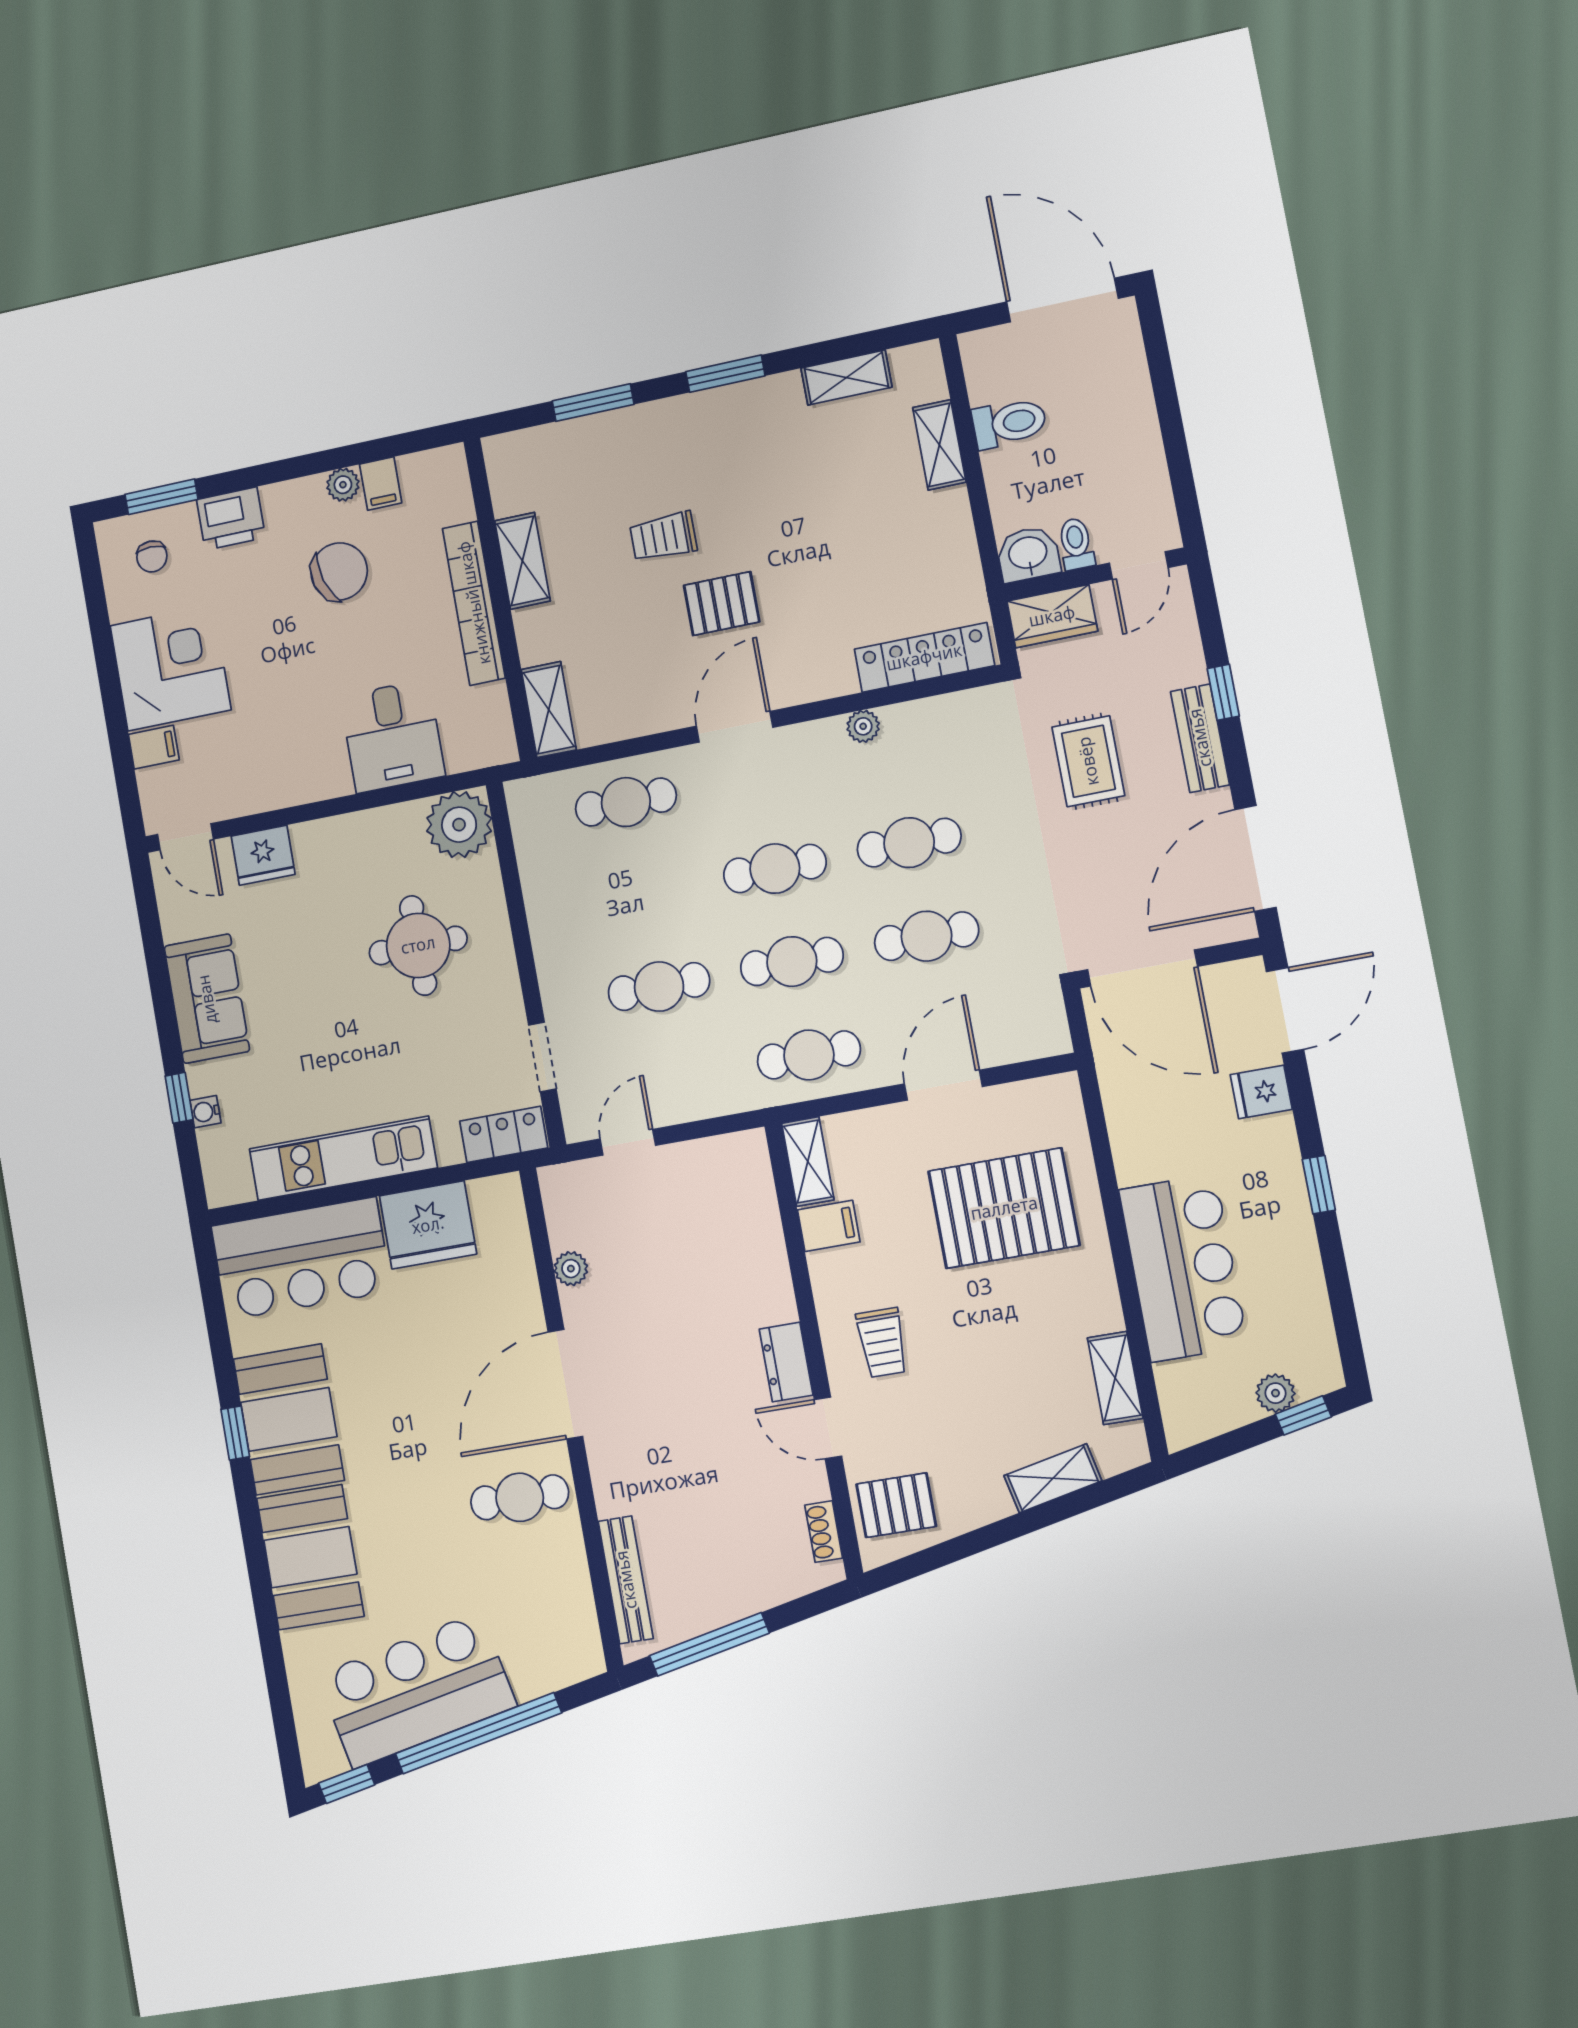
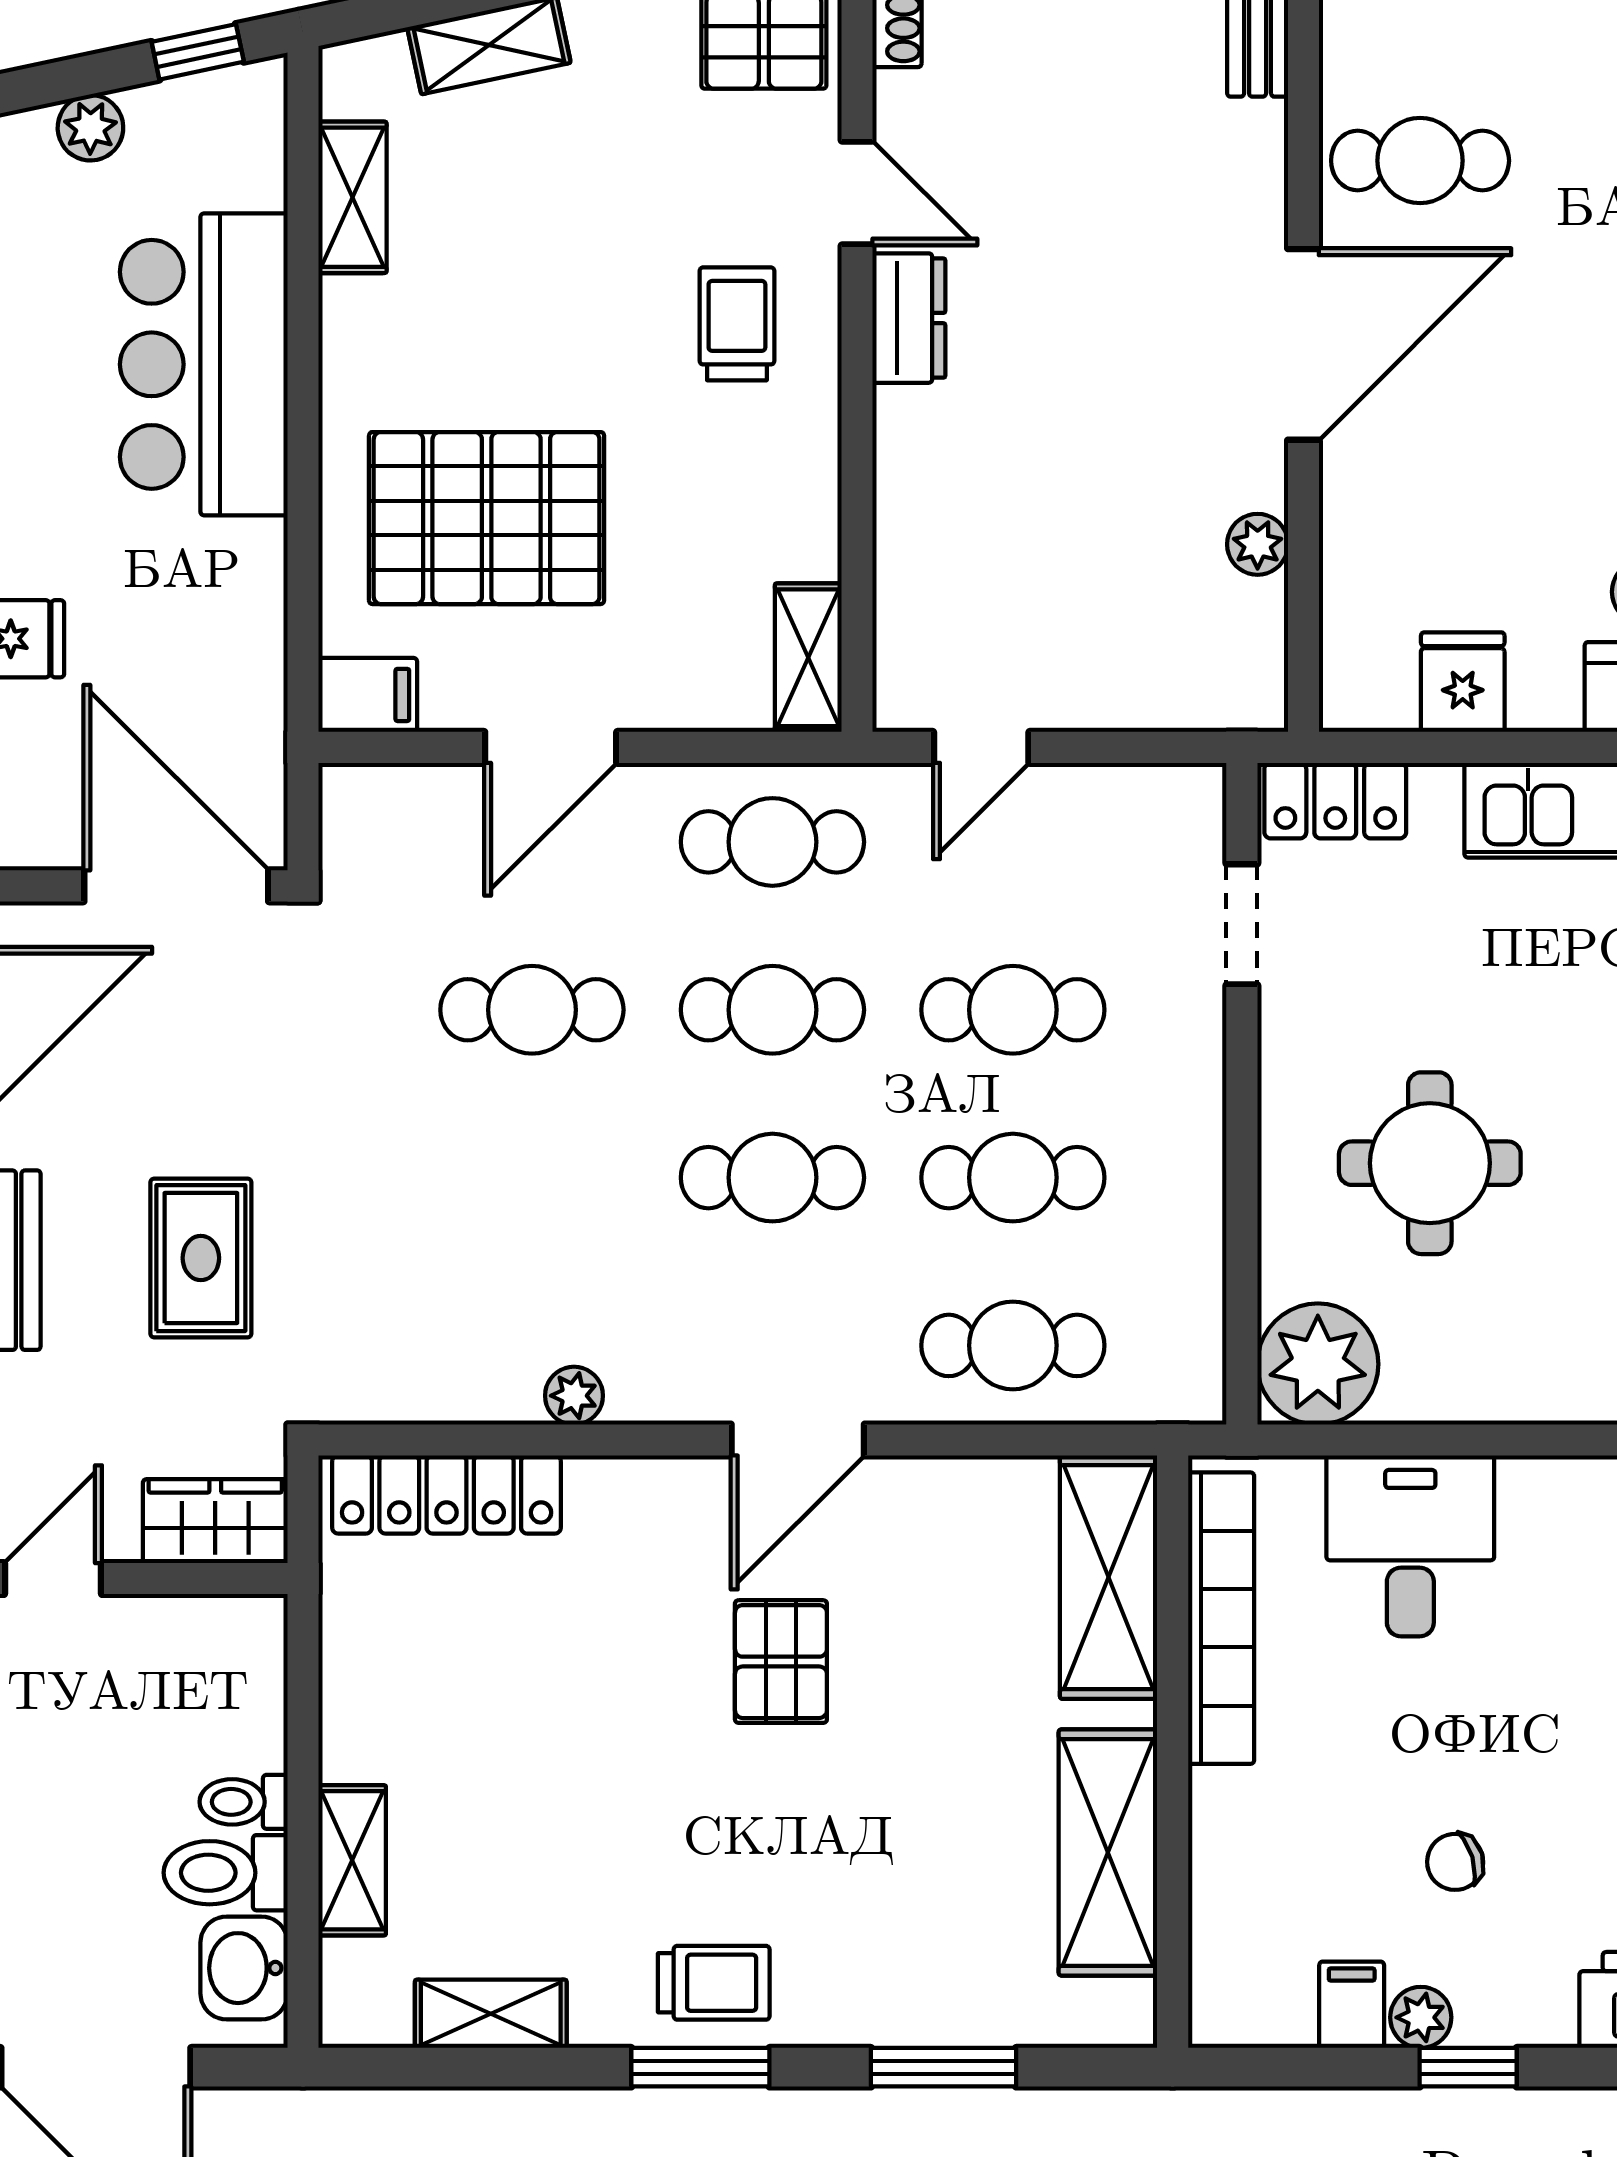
window: (313, 464) -> (1468, 2067), added
trolley: (663, 537) -> (714, 1983), moved
toilet: (1076, 544) -> (244, 1802), moved, turned 90
washbasin: (1028, 554) -> (244, 1968), moved, turned 90
shelving: (522, 561) -> (1108, 1852), width x1.50, depth x1.33
chair: (339, 572) -> (1455, 1862), width x0.54, depth x0.54
bookcase: (474, 603) -> (1221, 1618), moved
pallet: (722, 604) -> (781, 1662), turned 90
shelving: (549, 710) -> (1109, 1577), width x1.50, depth x1.33
cafe table: (909, 843) -> (1013, 1178), moved
door: (628, 1142) -> (981, 747), moved
fridge: (428, 1225) -> (1463, 682), width x0.53, depth x0.75
filing cabinet: (829, 1226) -> (368, 695), moved, turned 180
window: (1303, 1415) -> (198, 52), moved

